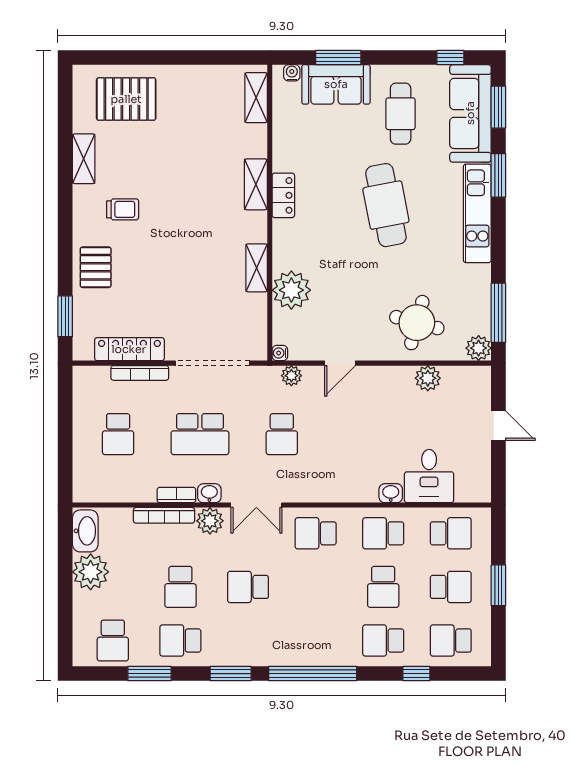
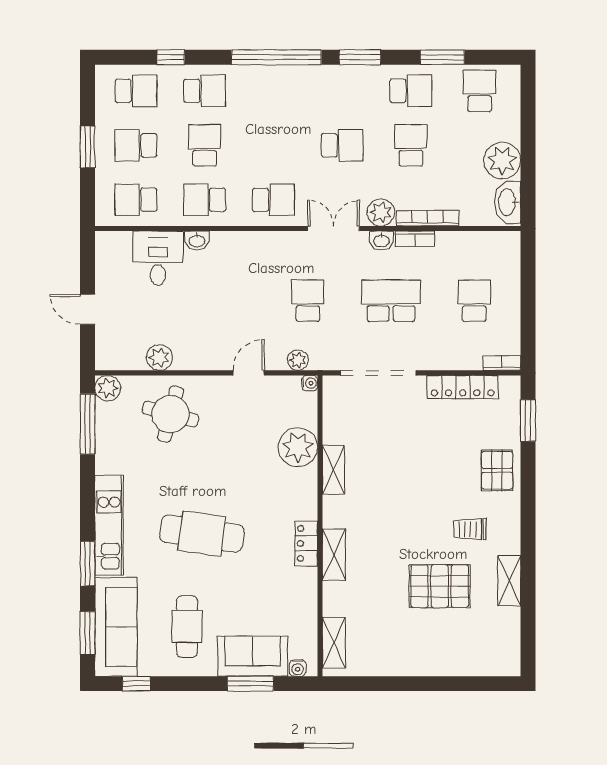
pallet: (126, 99) -> (440, 586), moved
cafe table: (386, 205) -> (202, 534), turned -71
bookcase: (140, 373) -> (502, 363), moved, width x0.64
school desk: (383, 533) -> (205, 200), turned 180

